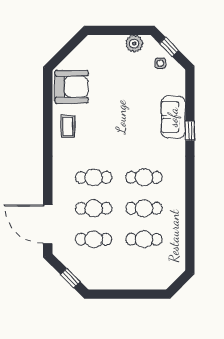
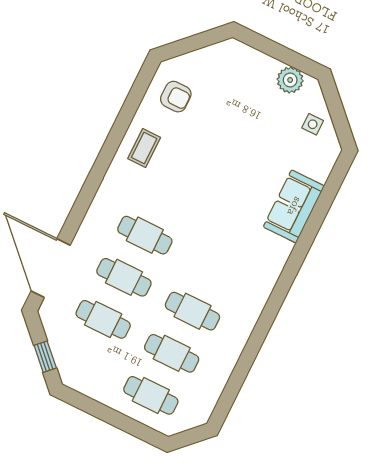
window: (169, 47) -> (335, 108), removed
armchair: (72, 87) -> (176, 97), width x0.53, depth x0.53
window: (190, 131) -> (307, 236), removed
cafe table: (144, 177) -> (151, 395), moved

